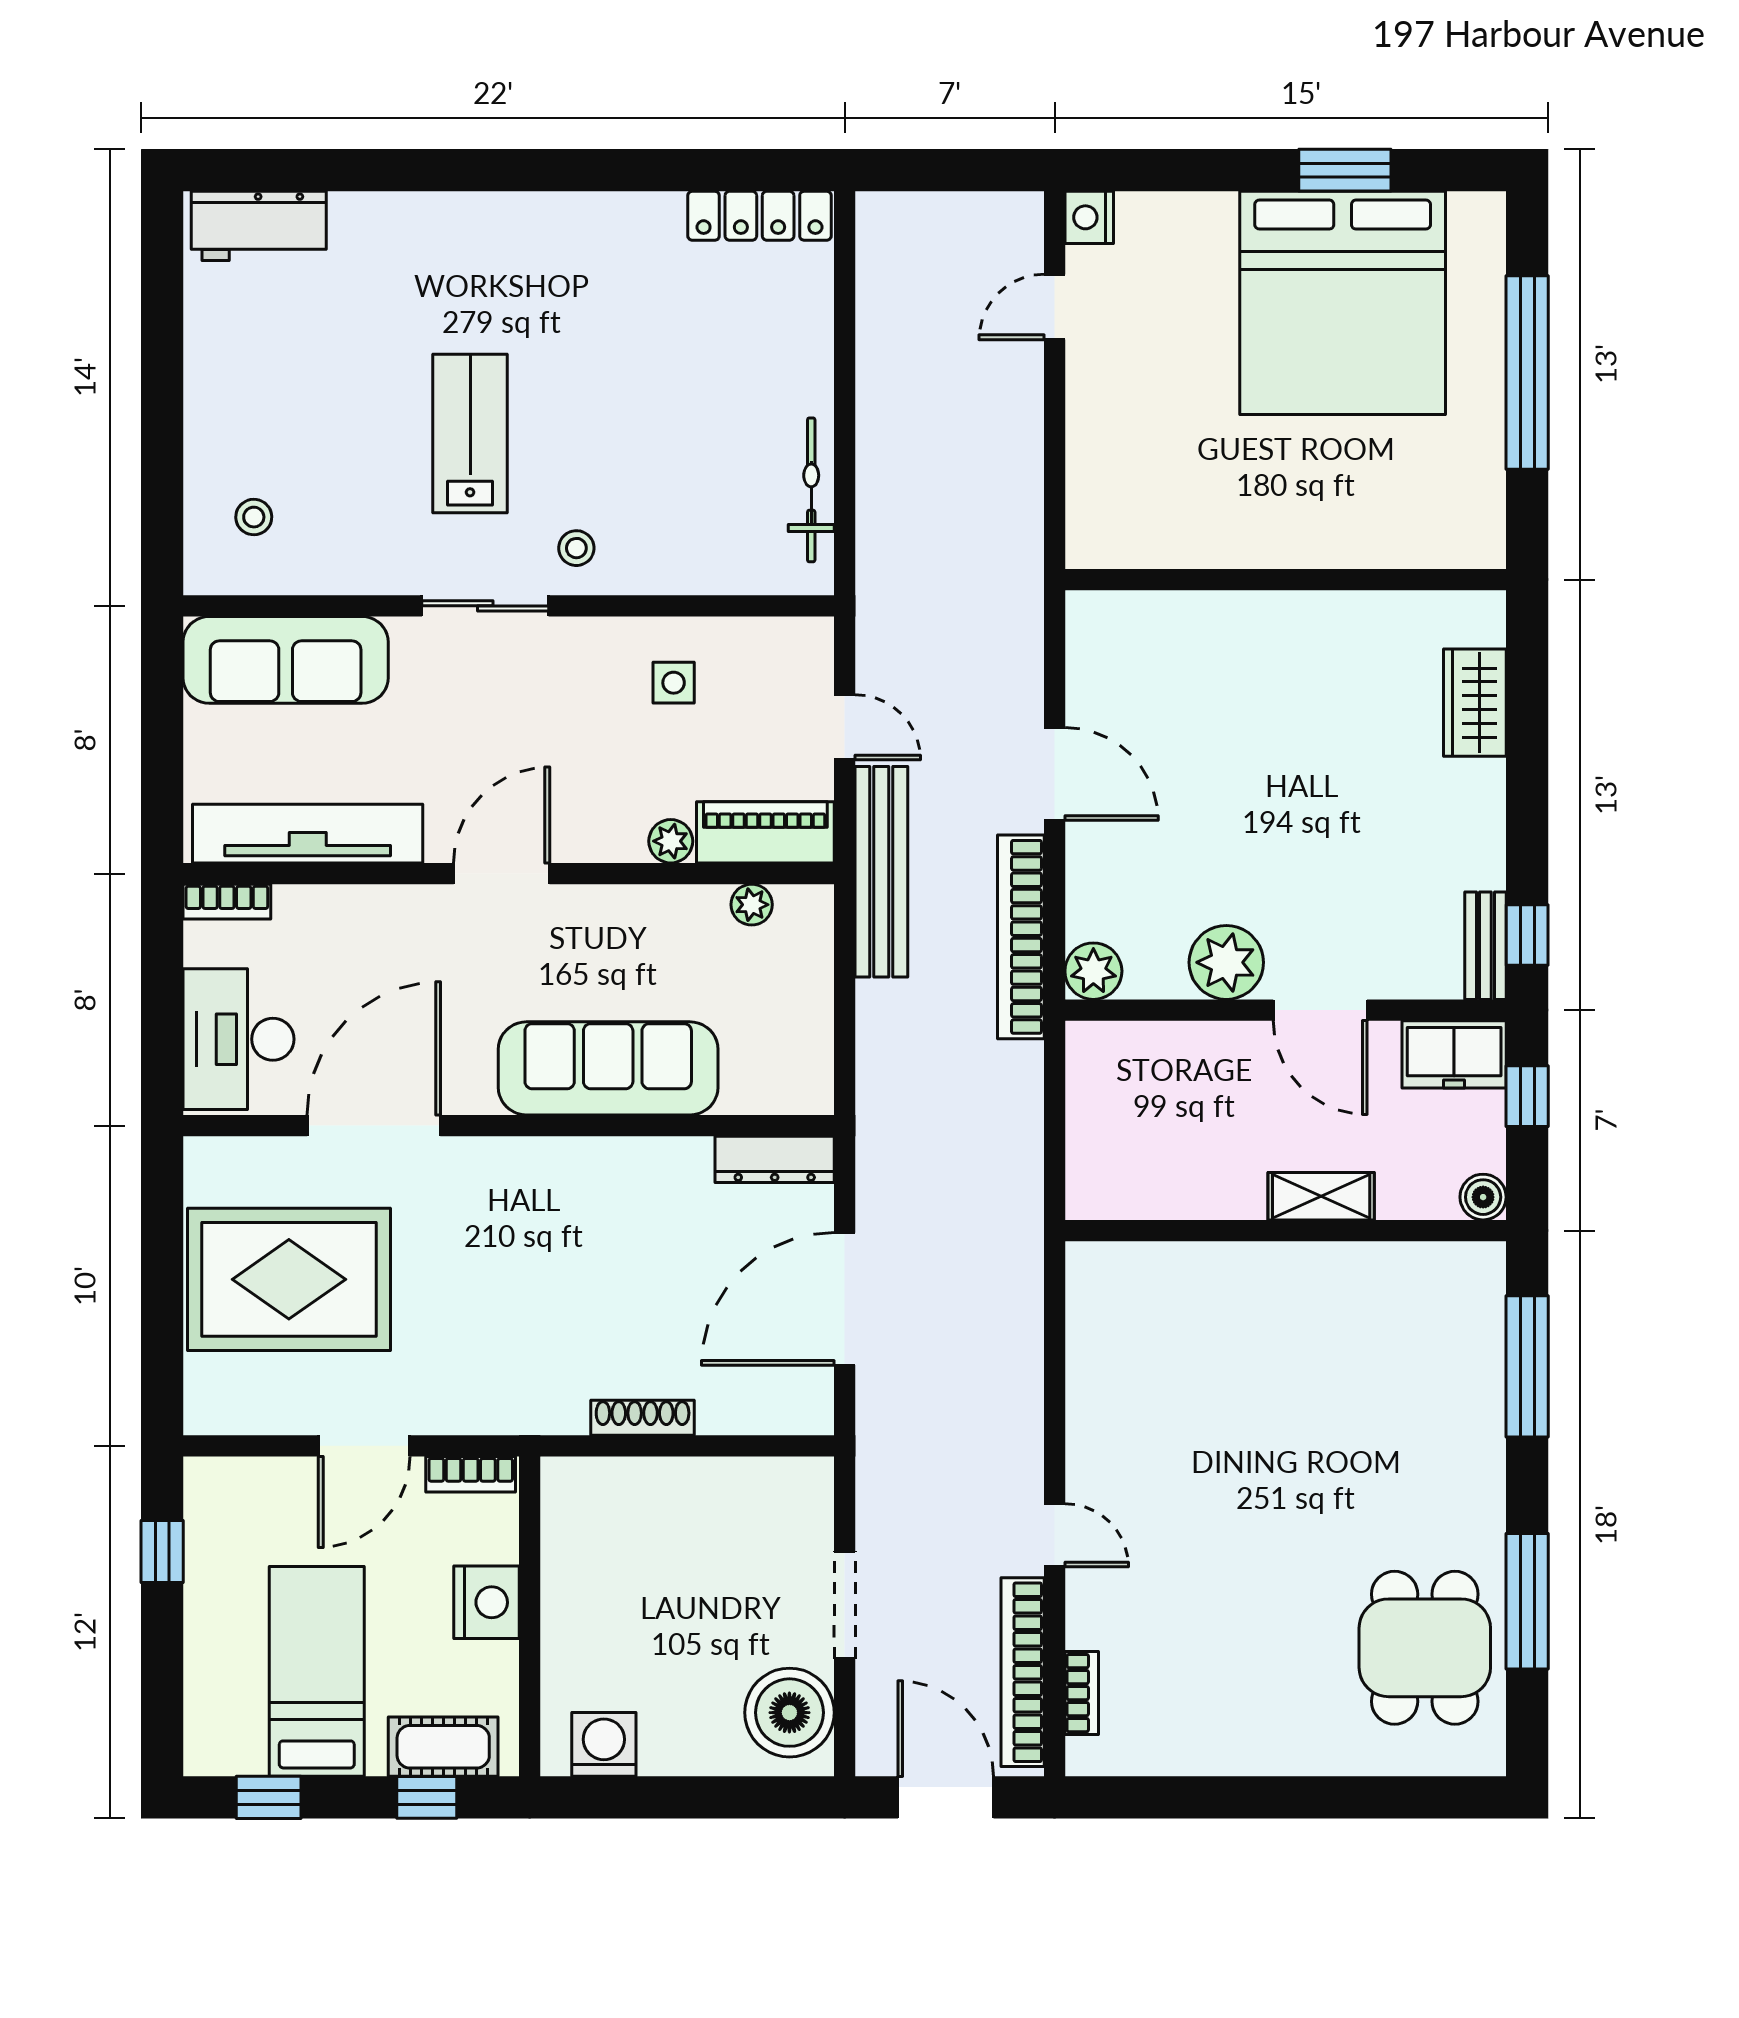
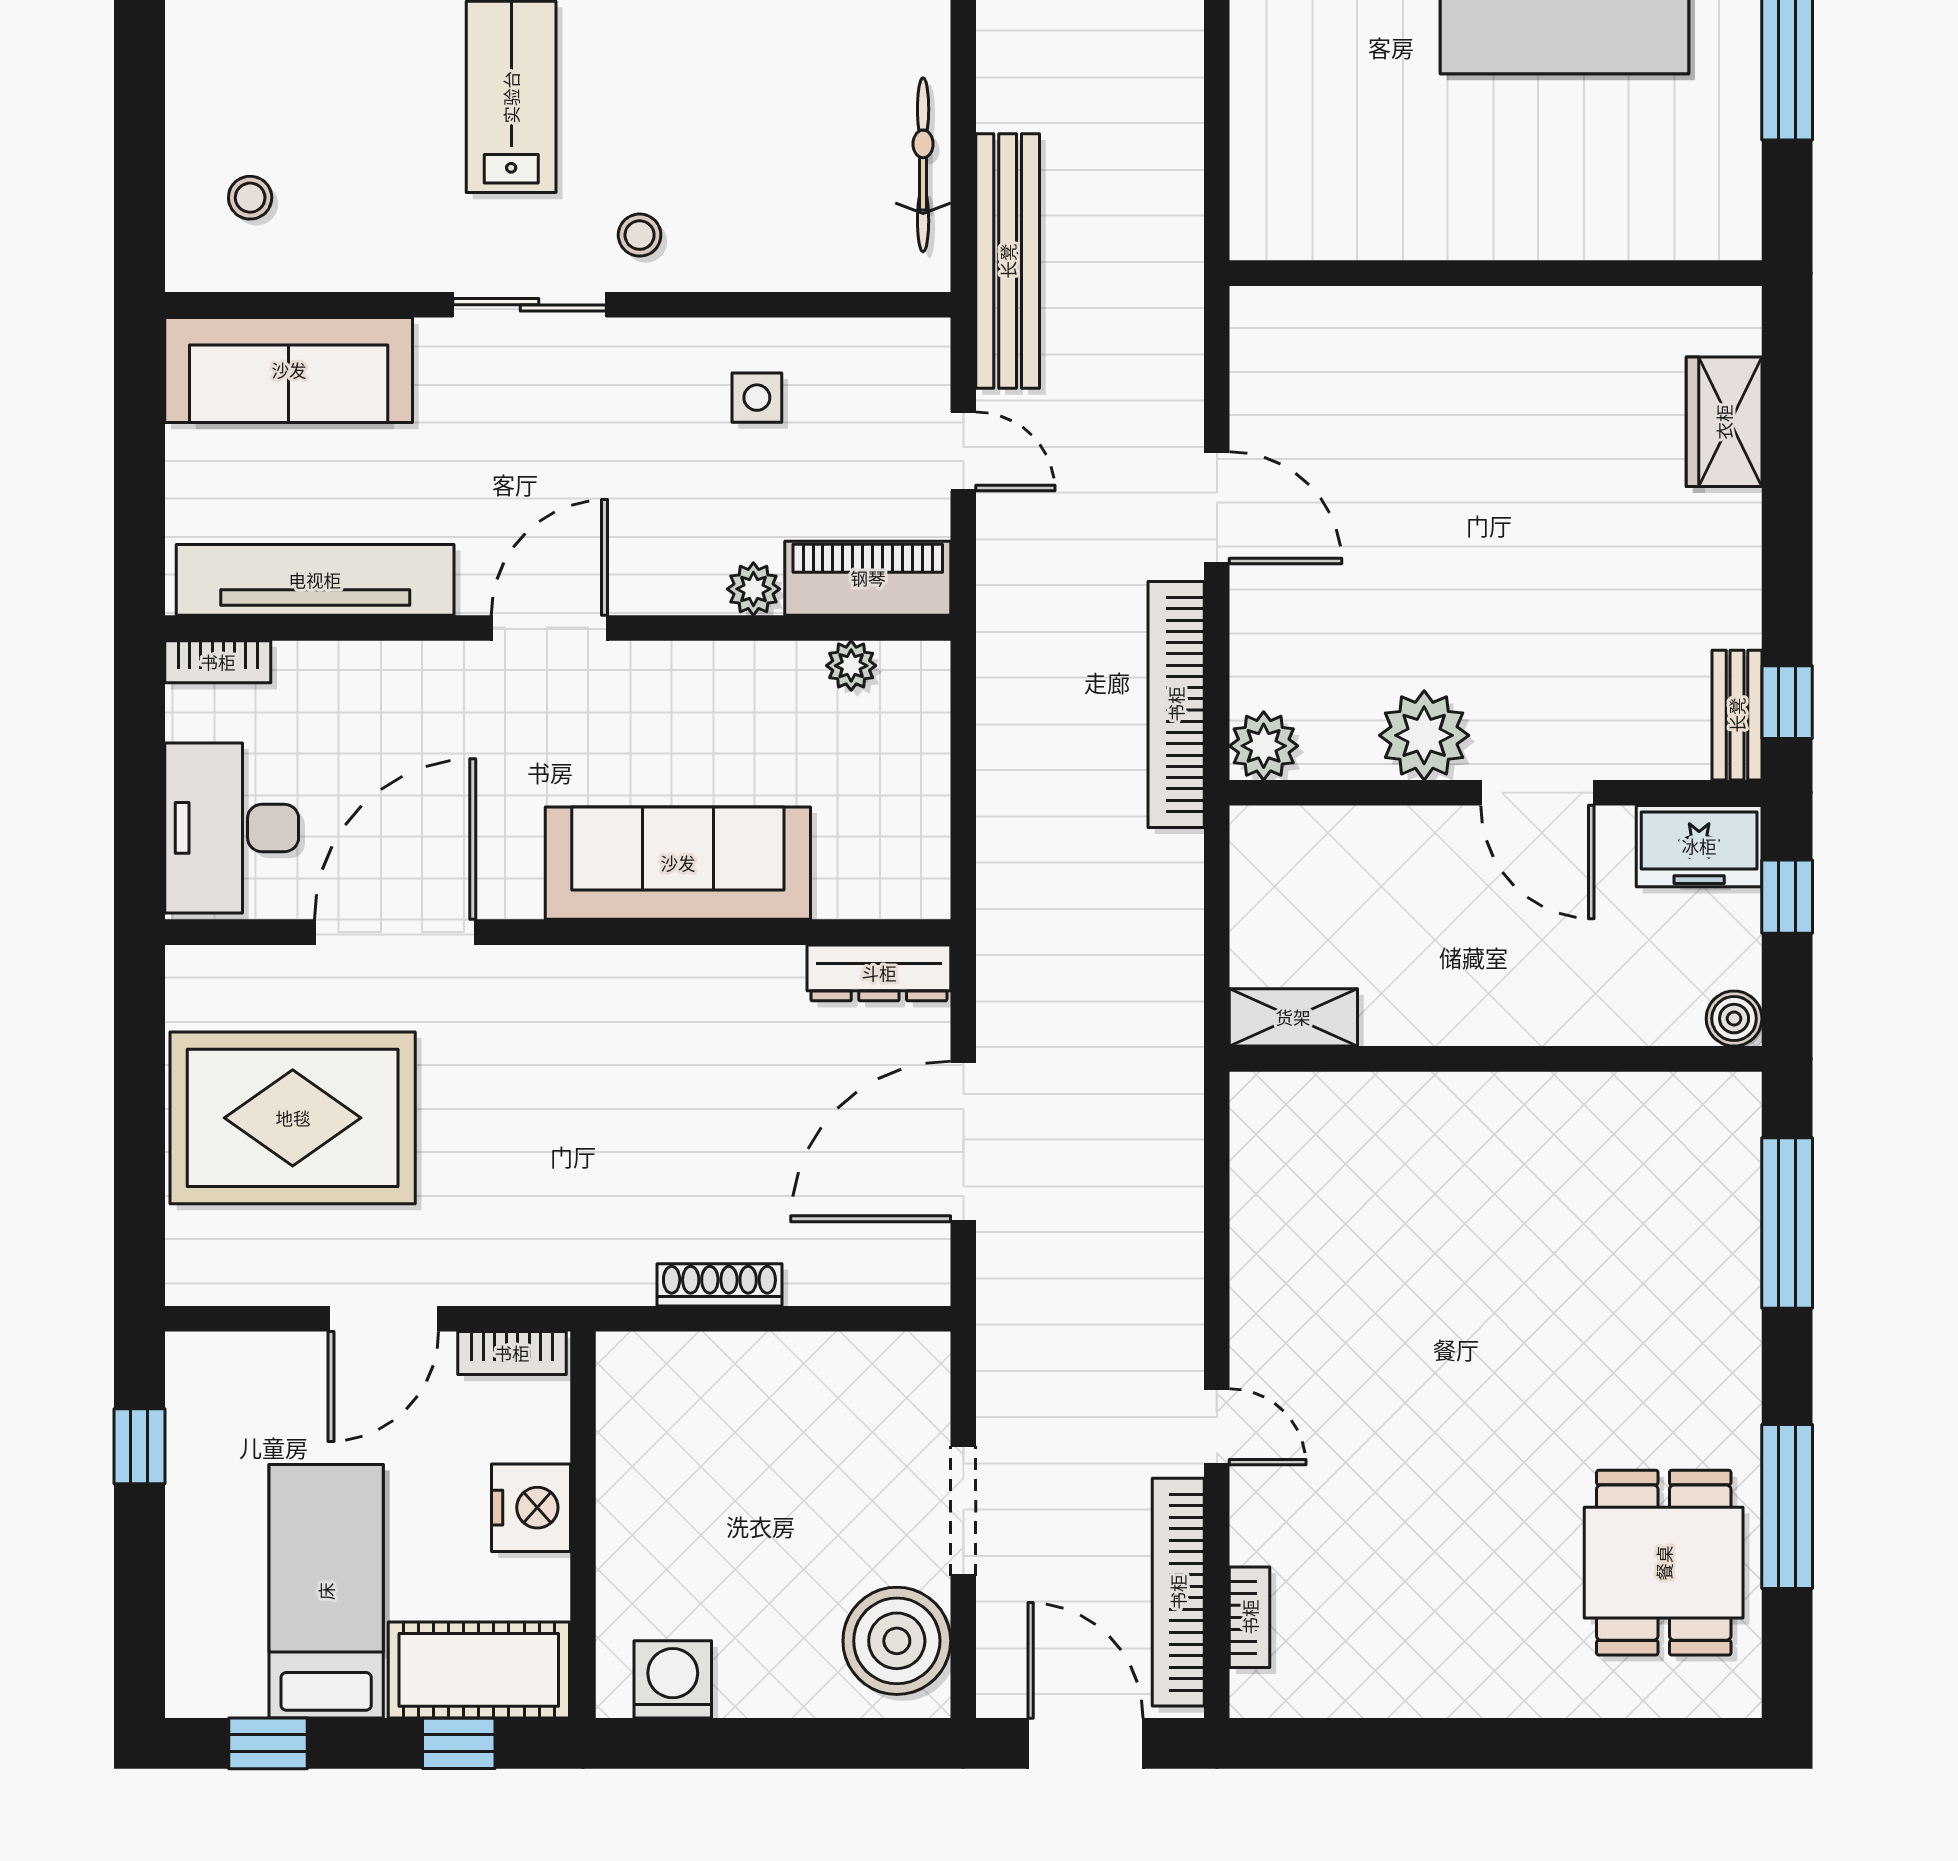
bench: (881, 872) -> (1008, 261), moved
shelving: (1321, 1196) -> (1293, 1017), moved
cot: (443, 1747) -> (479, 1670), width x1.37, depth x1.34

